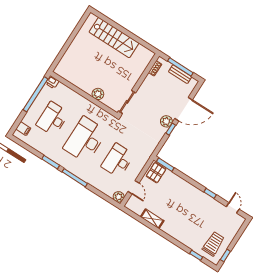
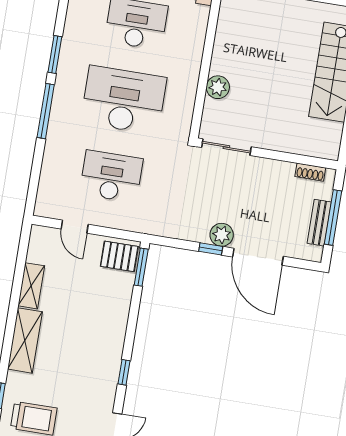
door: (134, 187) -> (75, 227), hinge flipped
plant: (119, 197) -> (45, 207), removed
shelving: (176, 232) -> (25, 340), added

